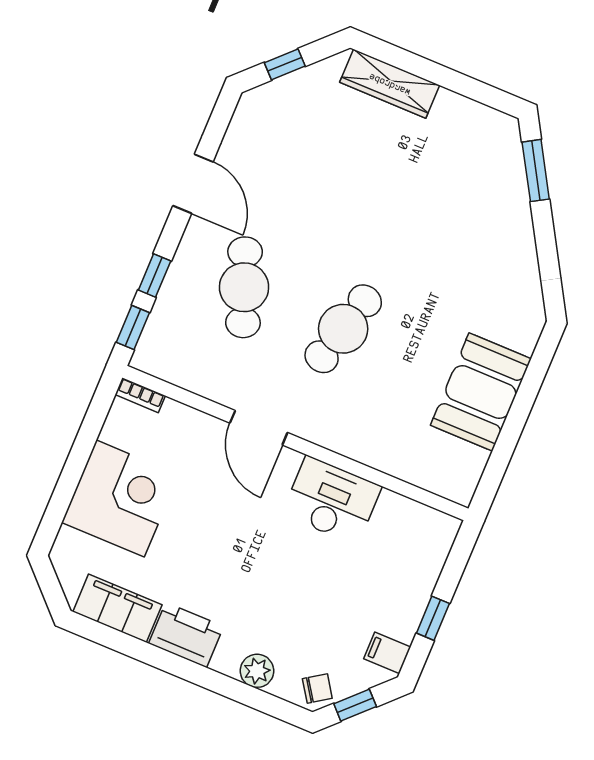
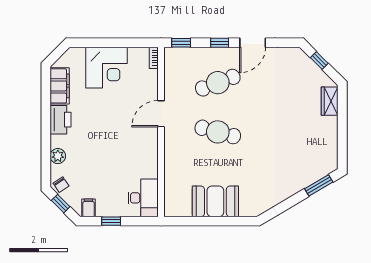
wardrobe: (390, 84) -> (330, 101), width x0.67
window: (155, 276) -> (220, 43), moved
desk: (332, 500) -> (143, 198), moved

